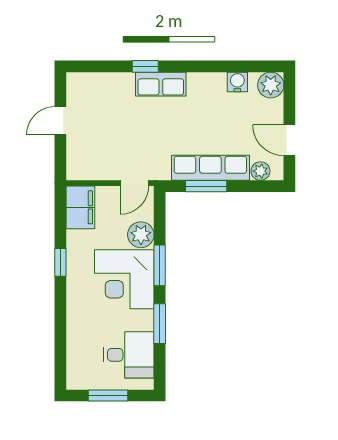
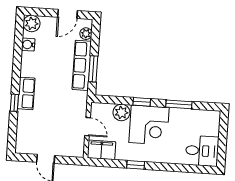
door: (134, 183) -> (87, 127), moved
window: (160, 265) -> (142, 102), width x0.67
desk: (129, 355) -> (202, 151), moved, turned 90
window: (108, 396) -> (222, 140), removed

